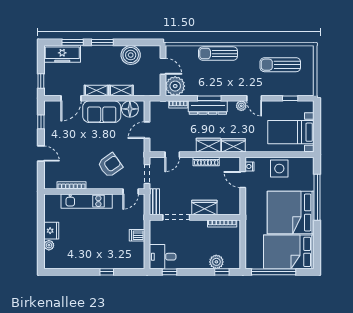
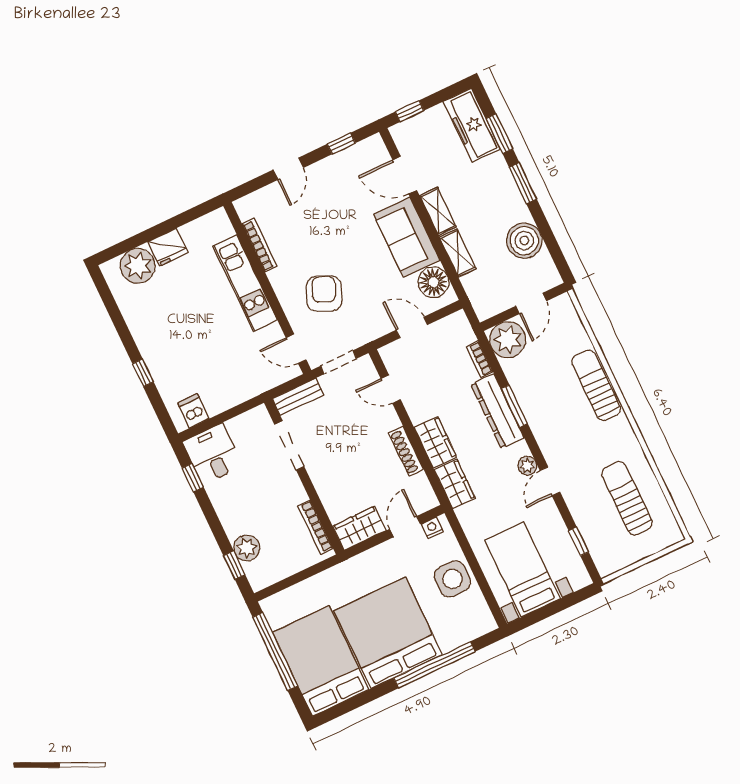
armchair: (110, 165) -> (324, 294), turned -121
wardrobe: (204, 208) -> (359, 528), moved, turned -90
dishwasher: (137, 235) -> (193, 411), moved
plant: (49, 245) -> (138, 266), width x1.87, depth x1.87

